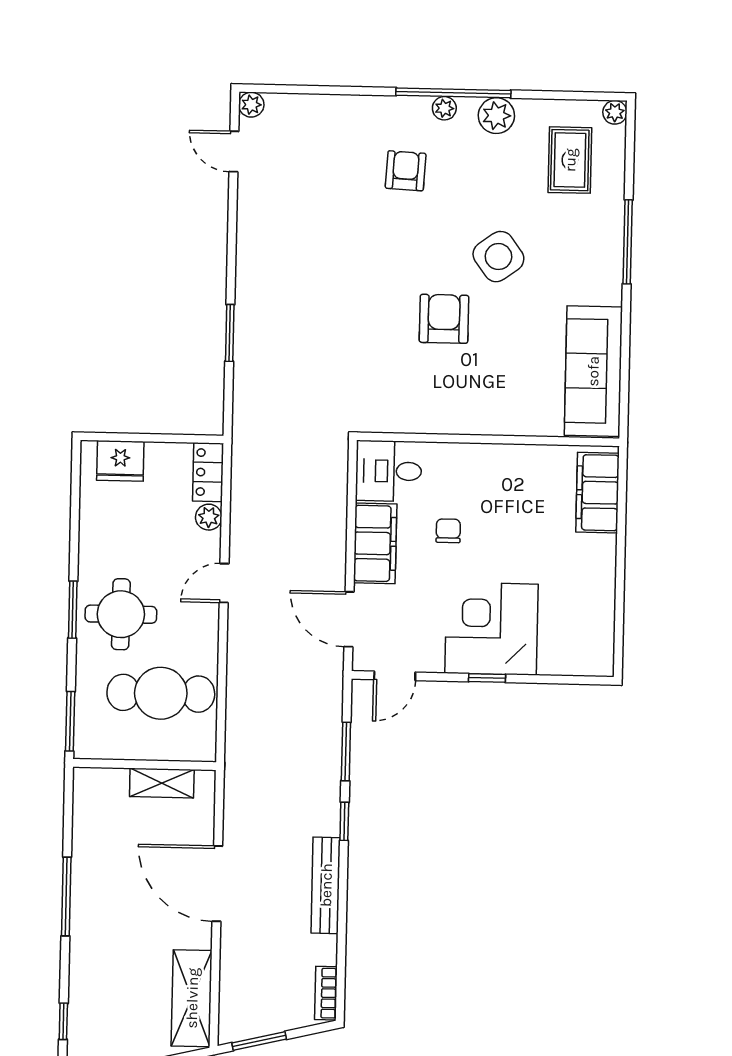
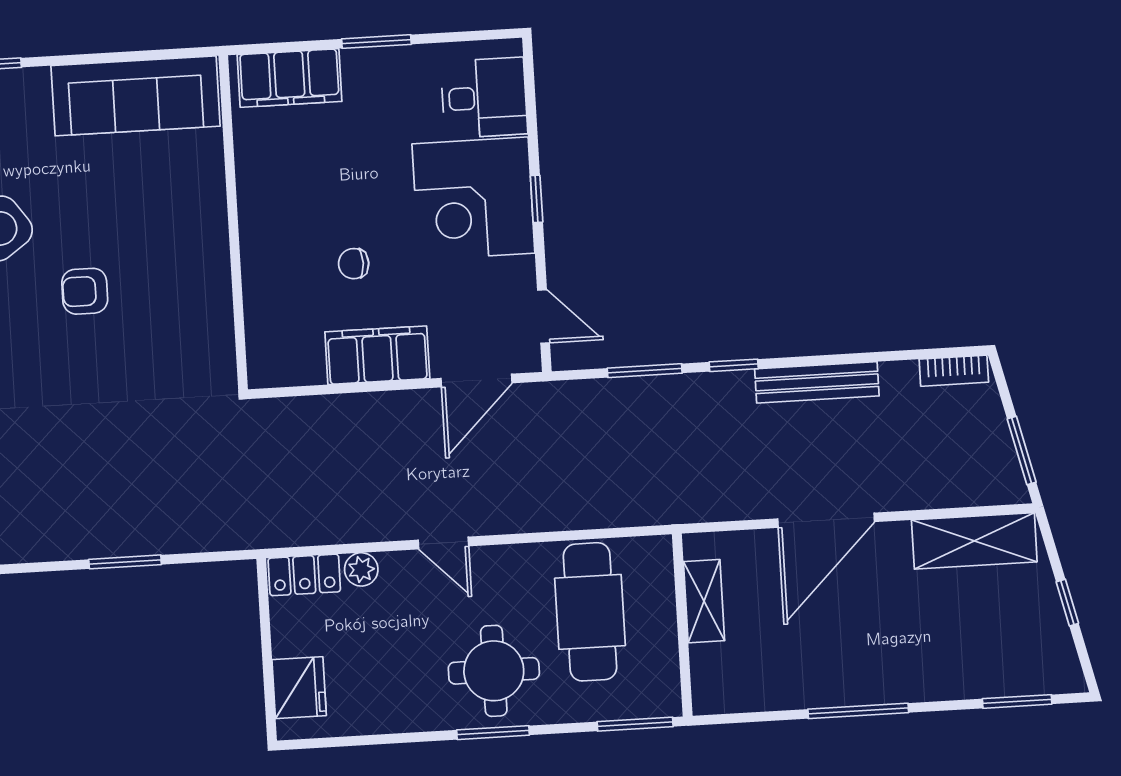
armchair: (444, 319) -> (85, 291), width x0.72, depth x0.72
desk: (389, 471) -> (484, 98), moved, turned -90
window: (620, 563) -> (376, 42), added
window: (63, 1021) -> (1017, 701), width x1.50

